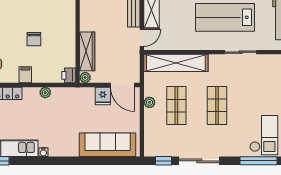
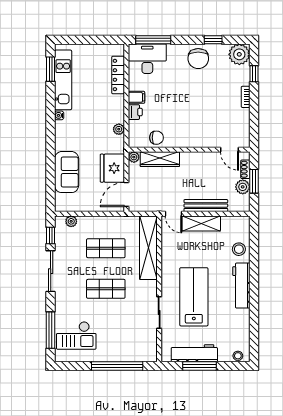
chair: (34, 39) -> (156, 138), moved, turned 180
printer: (69, 75) -> (135, 112), moved, turned 90
plant: (45, 93) -> (119, 129), moved
fridge: (103, 96) -> (112, 168), width x1.88, depth x1.34
plant: (149, 102) -> (71, 221), moved
sofa: (108, 145) -> (67, 172), width x0.73

